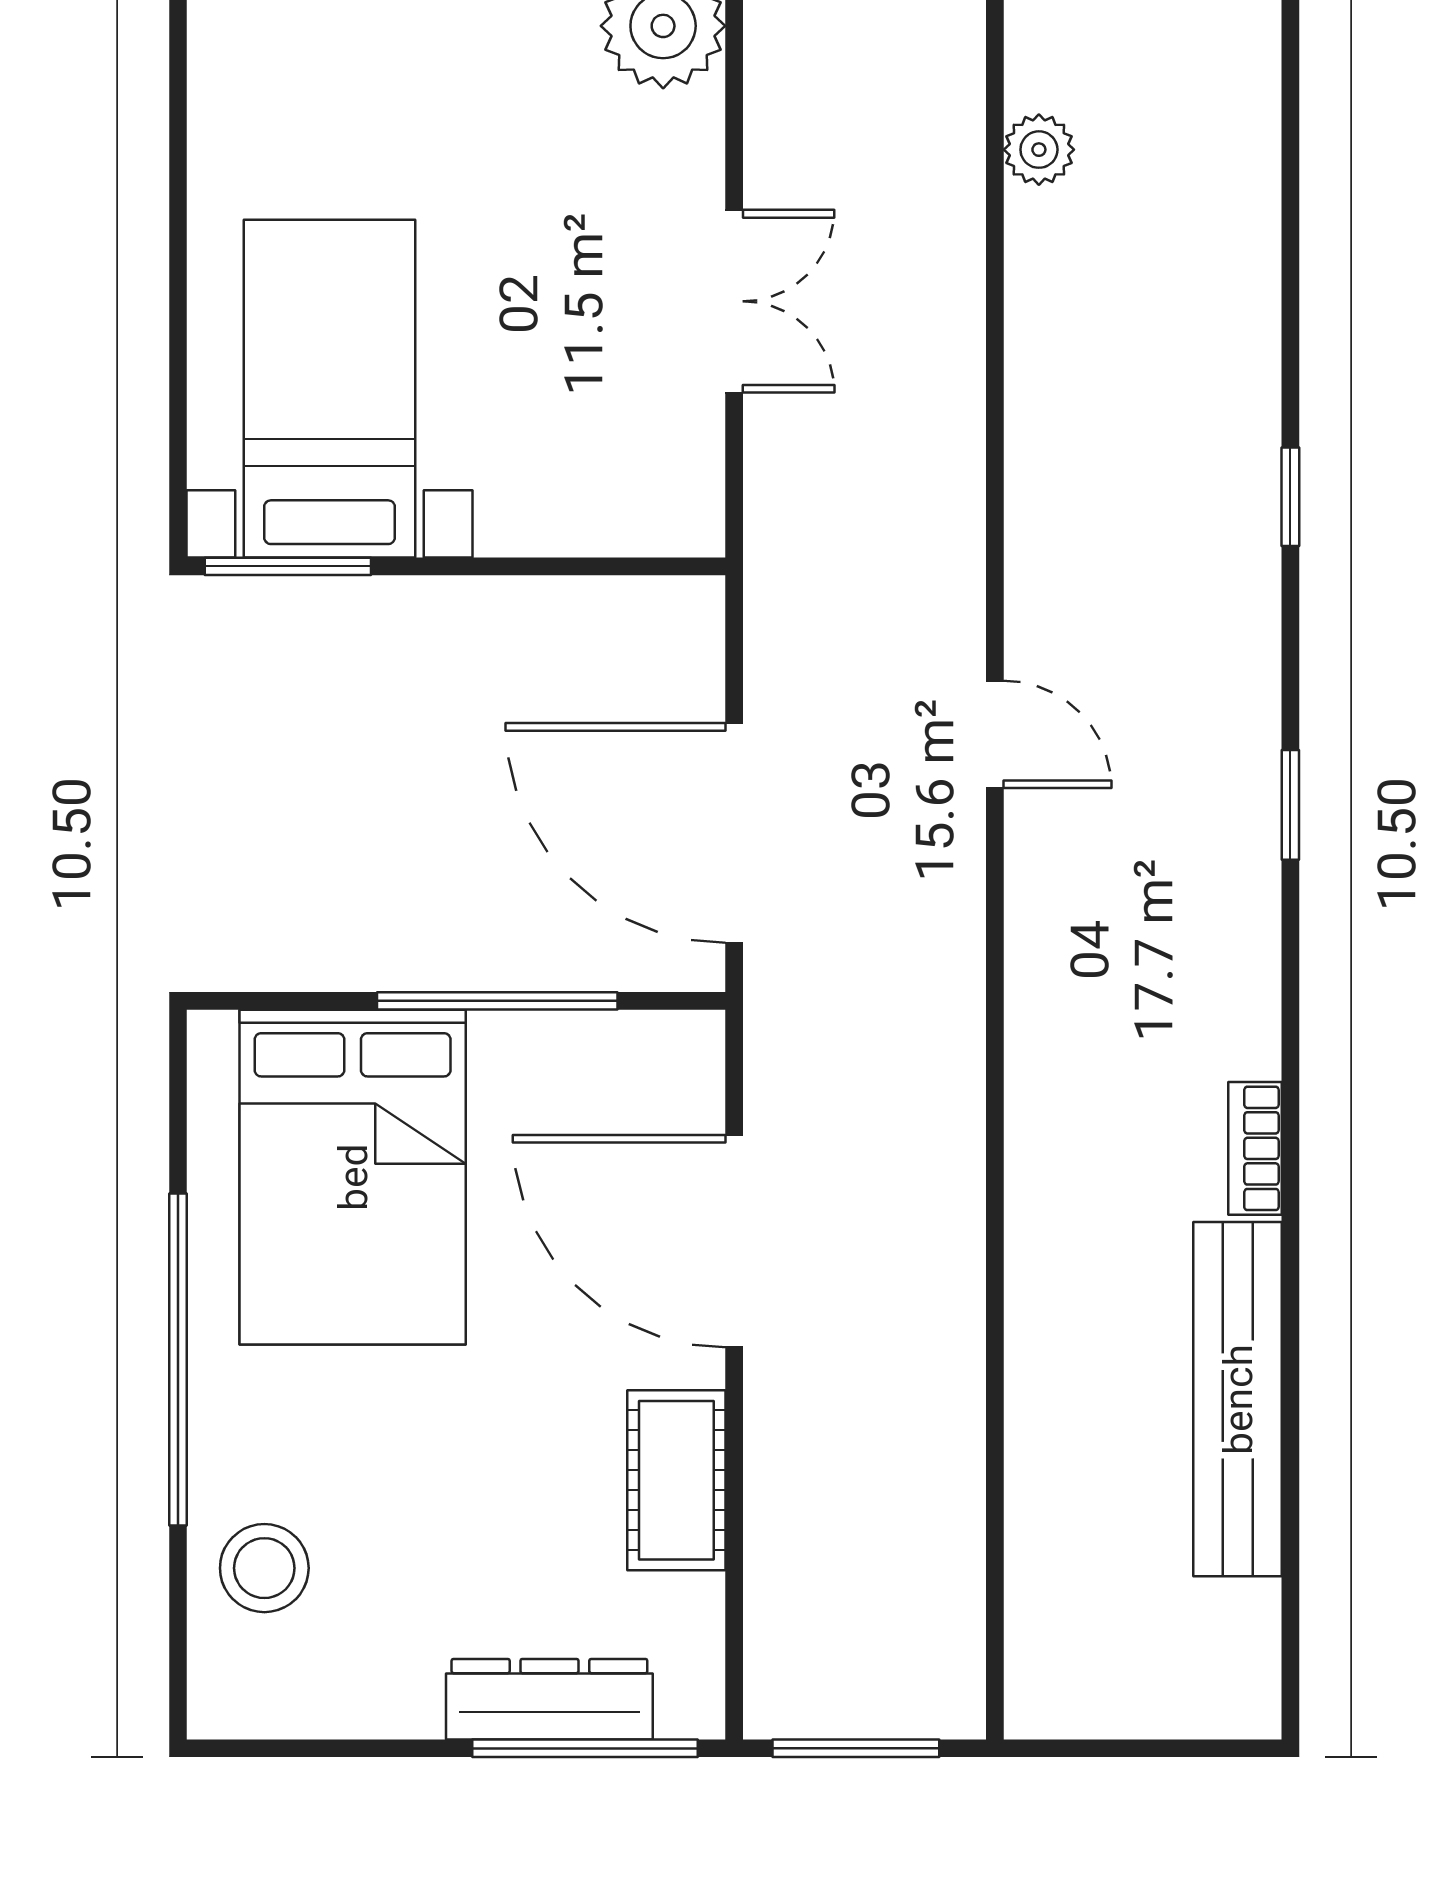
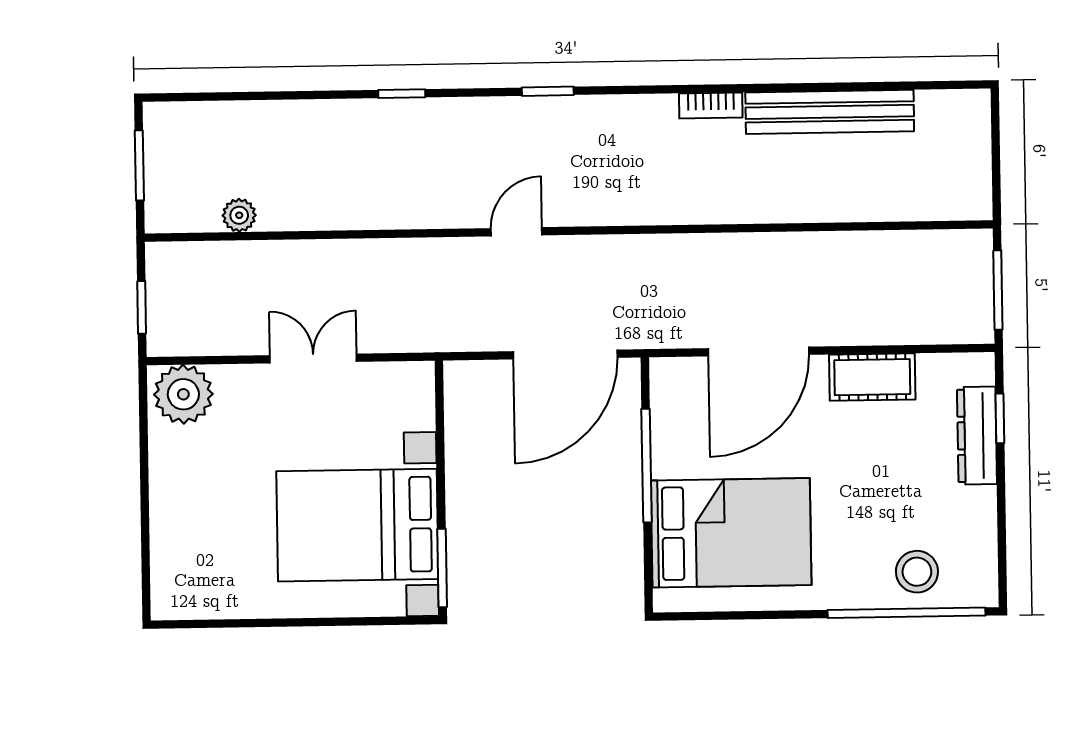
bed with nightstands: (330, 389) -> (357, 525), width x1.36
window: (178, 1360) -> (906, 613), moved
window: (585, 1748) -> (1000, 418), width x0.46

